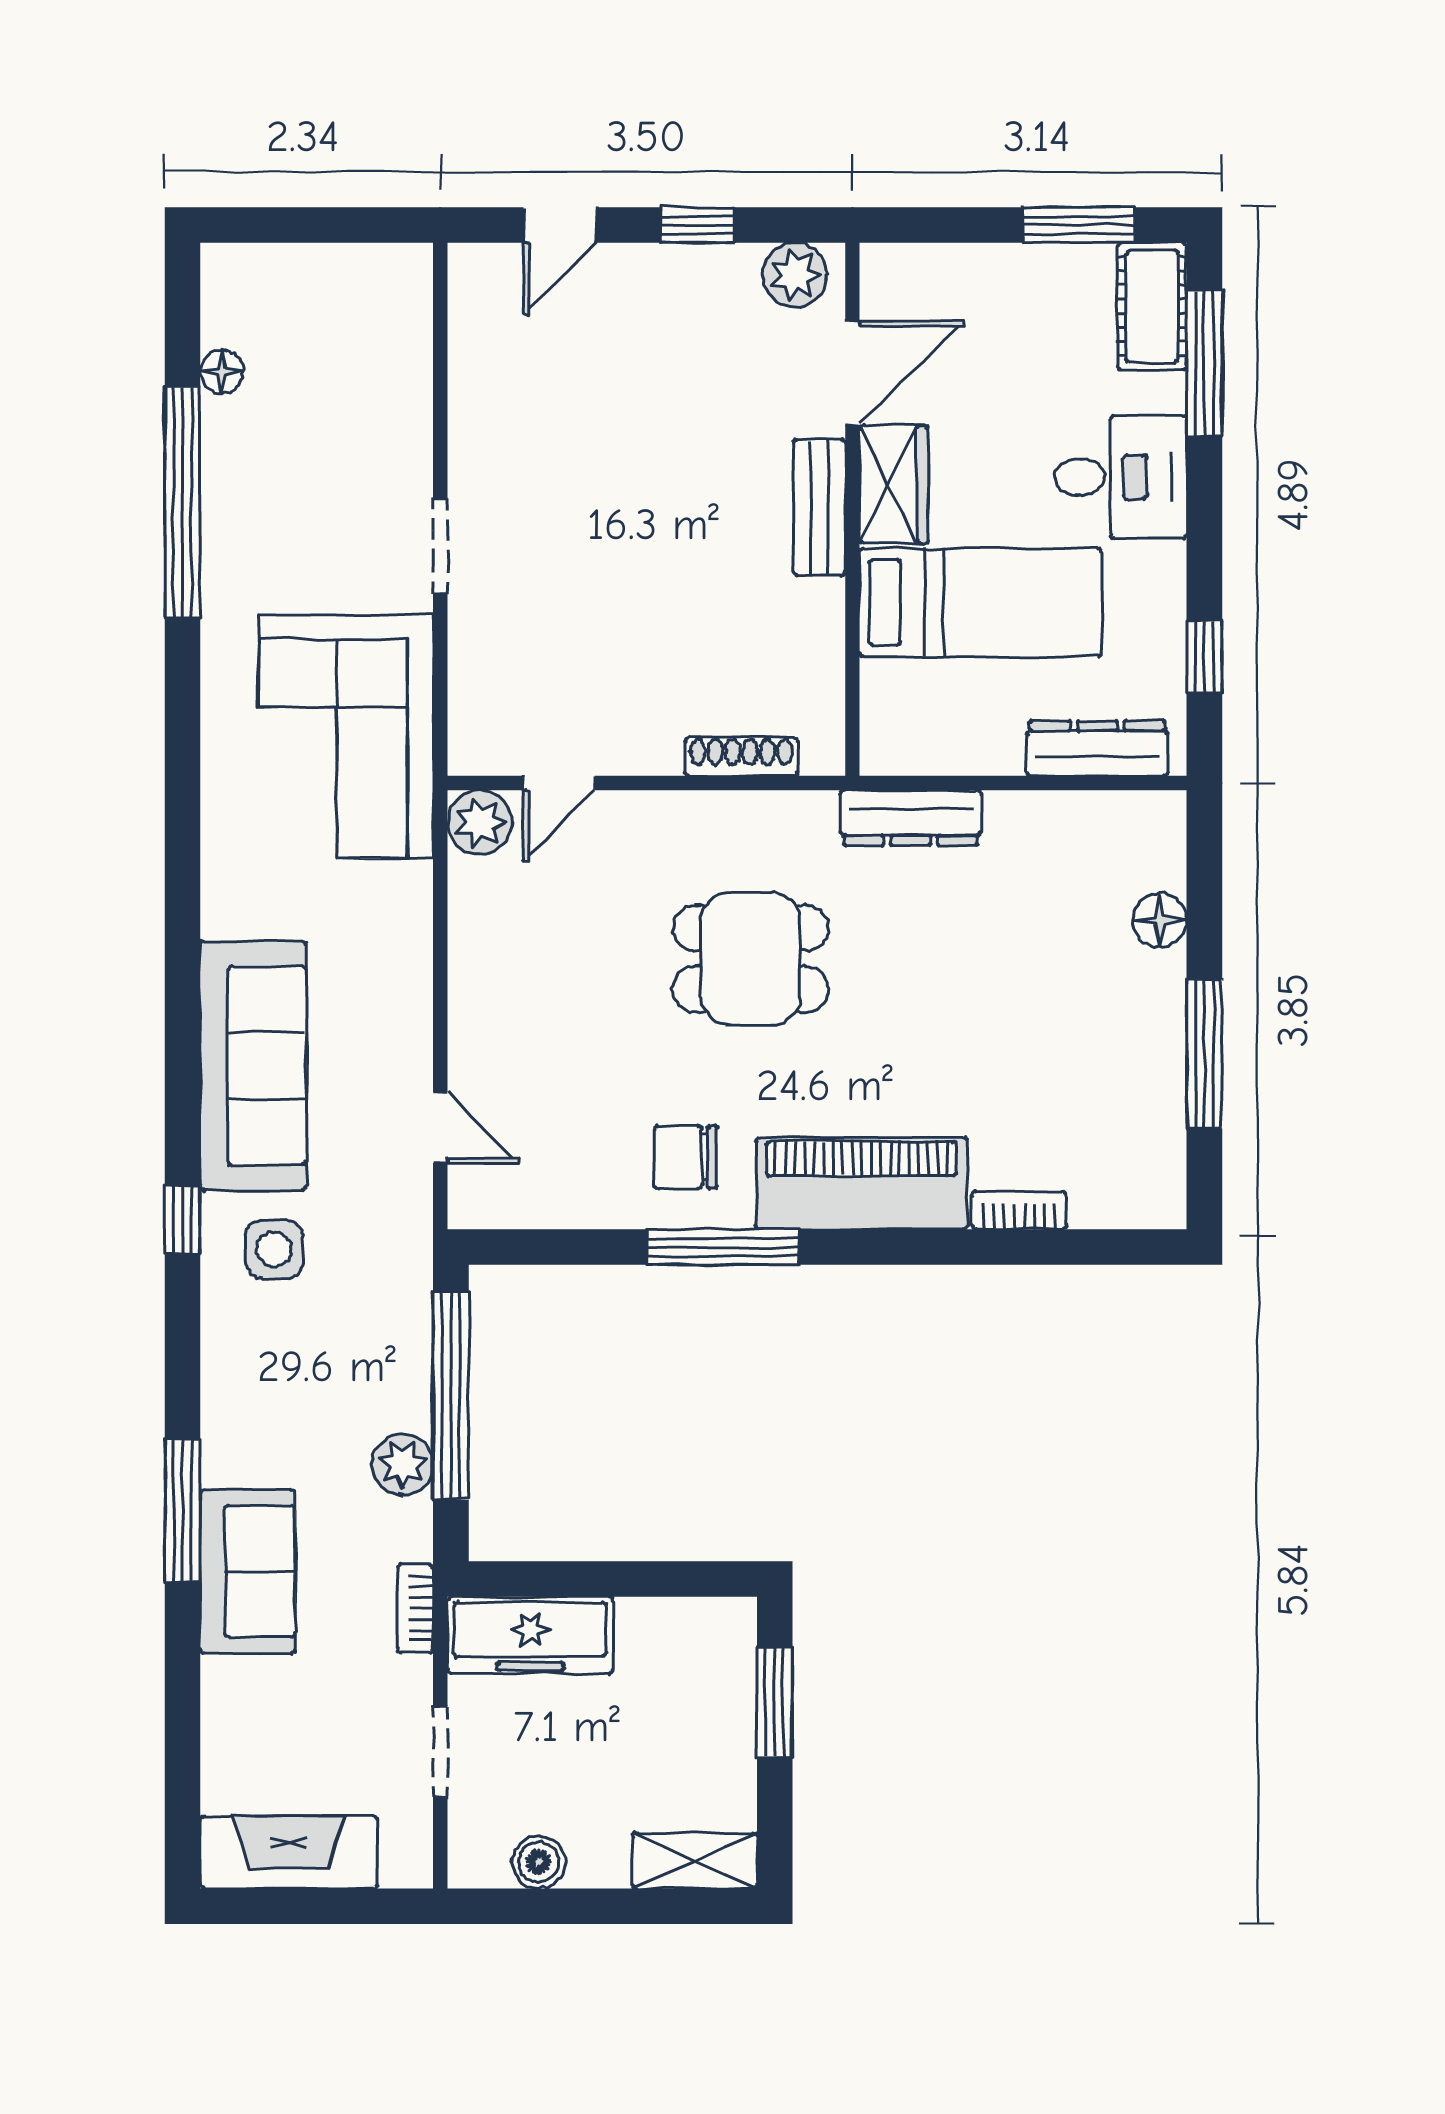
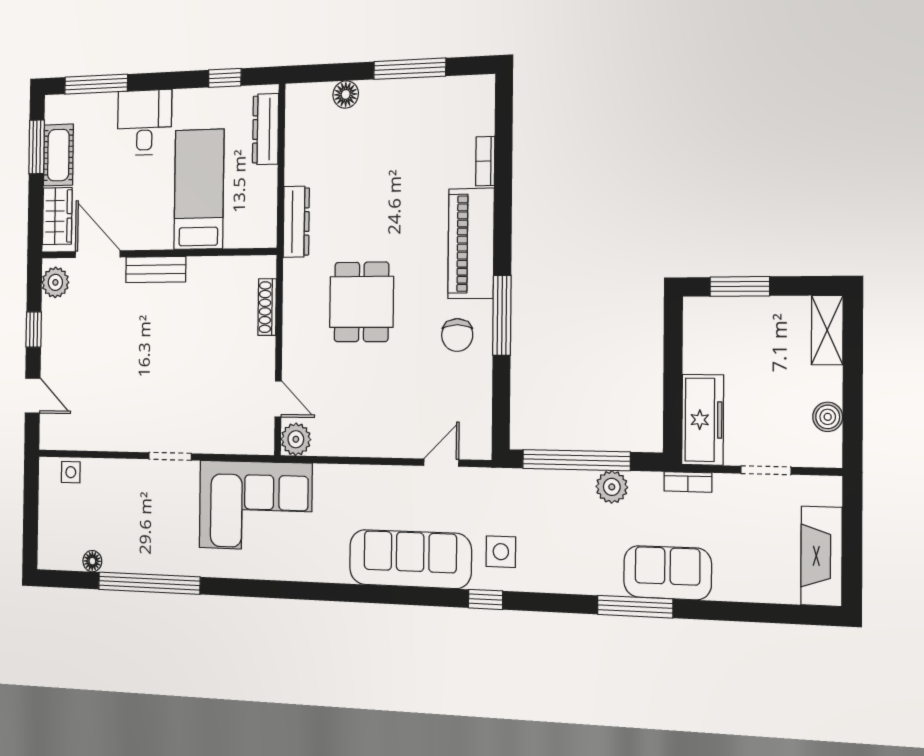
cot: (1152, 306) -> (58, 155), moved, turned 90
side table: (403, 318) -> (71, 472), added
wardrobe: (894, 484) -> (57, 216), moved, turned 90

